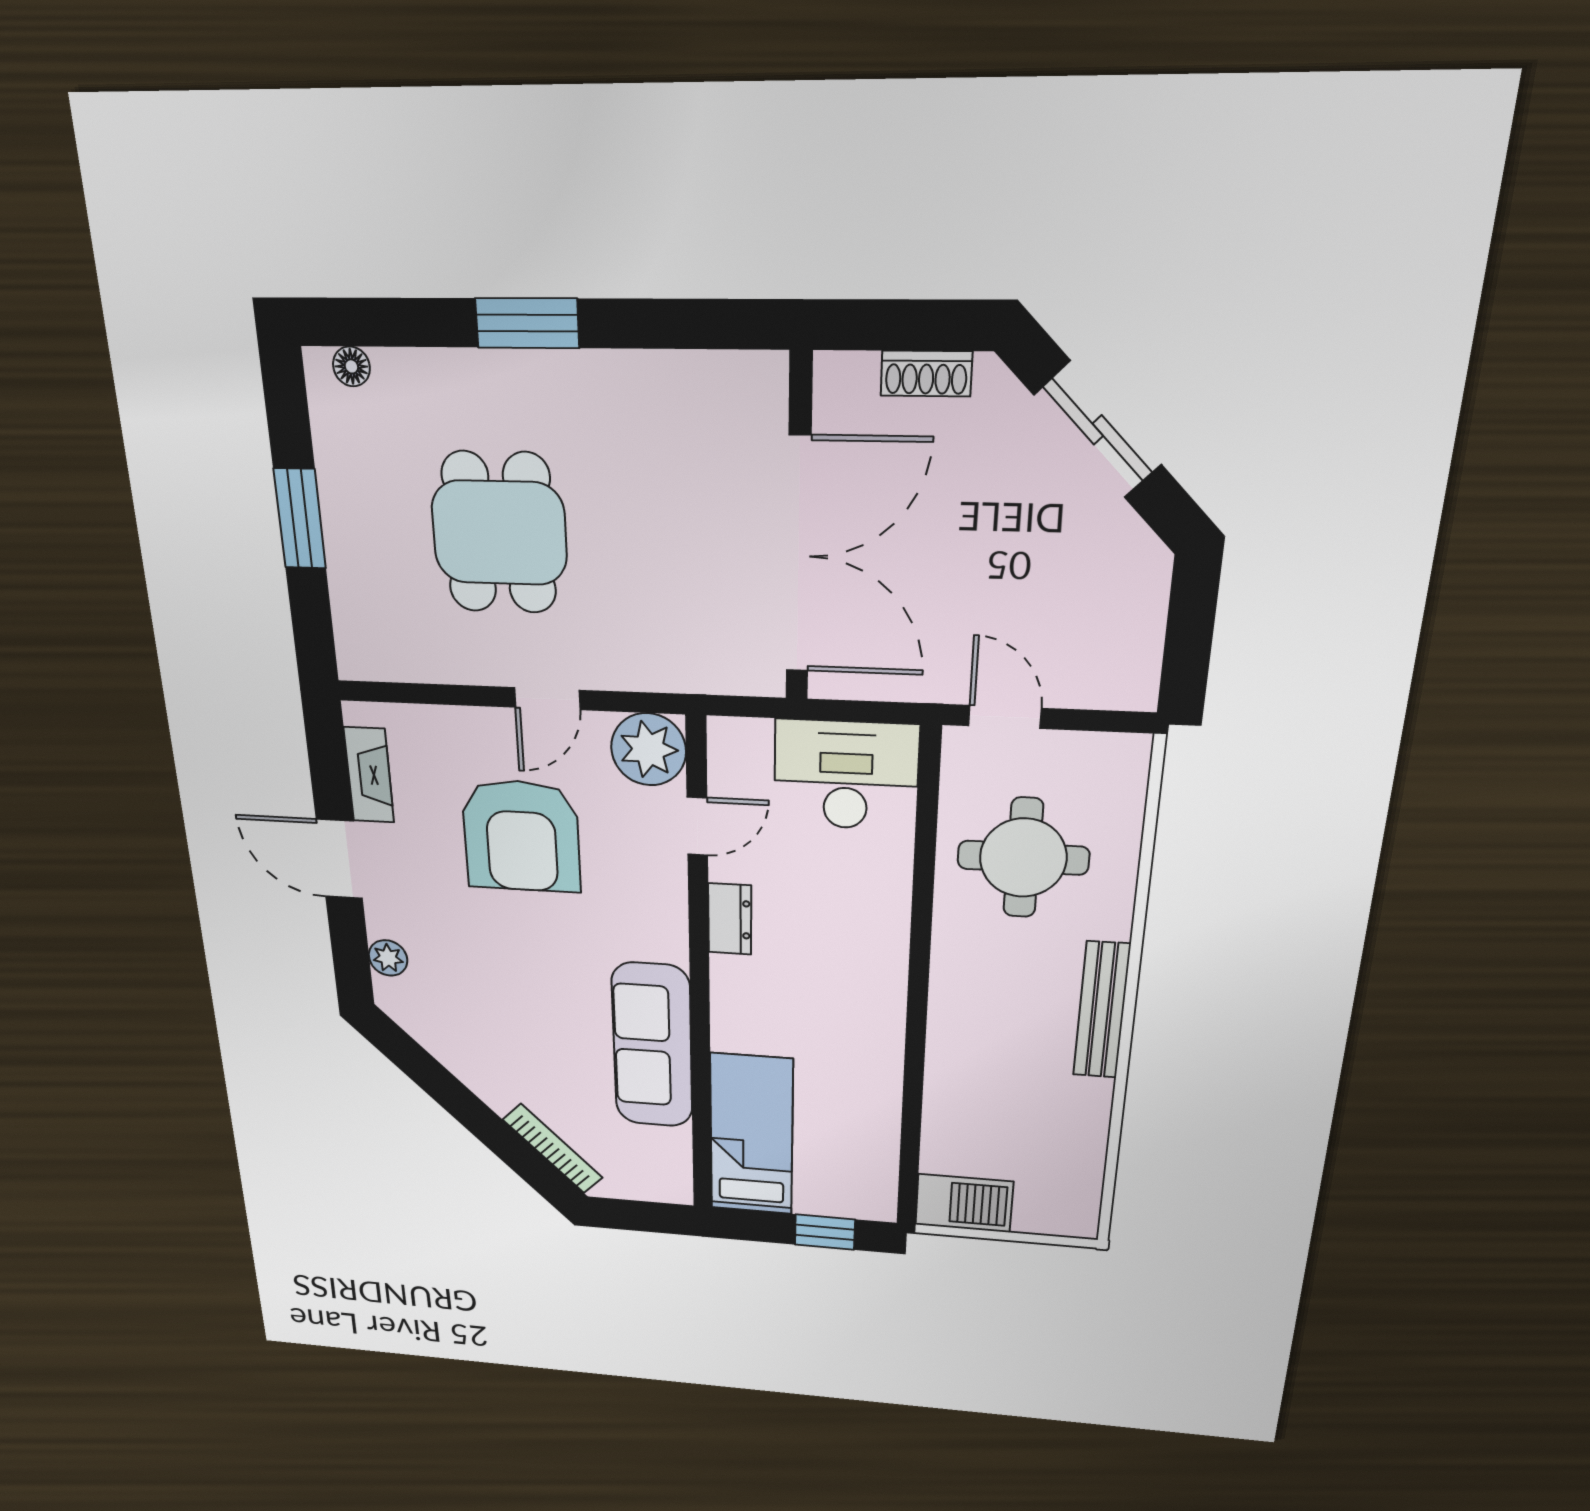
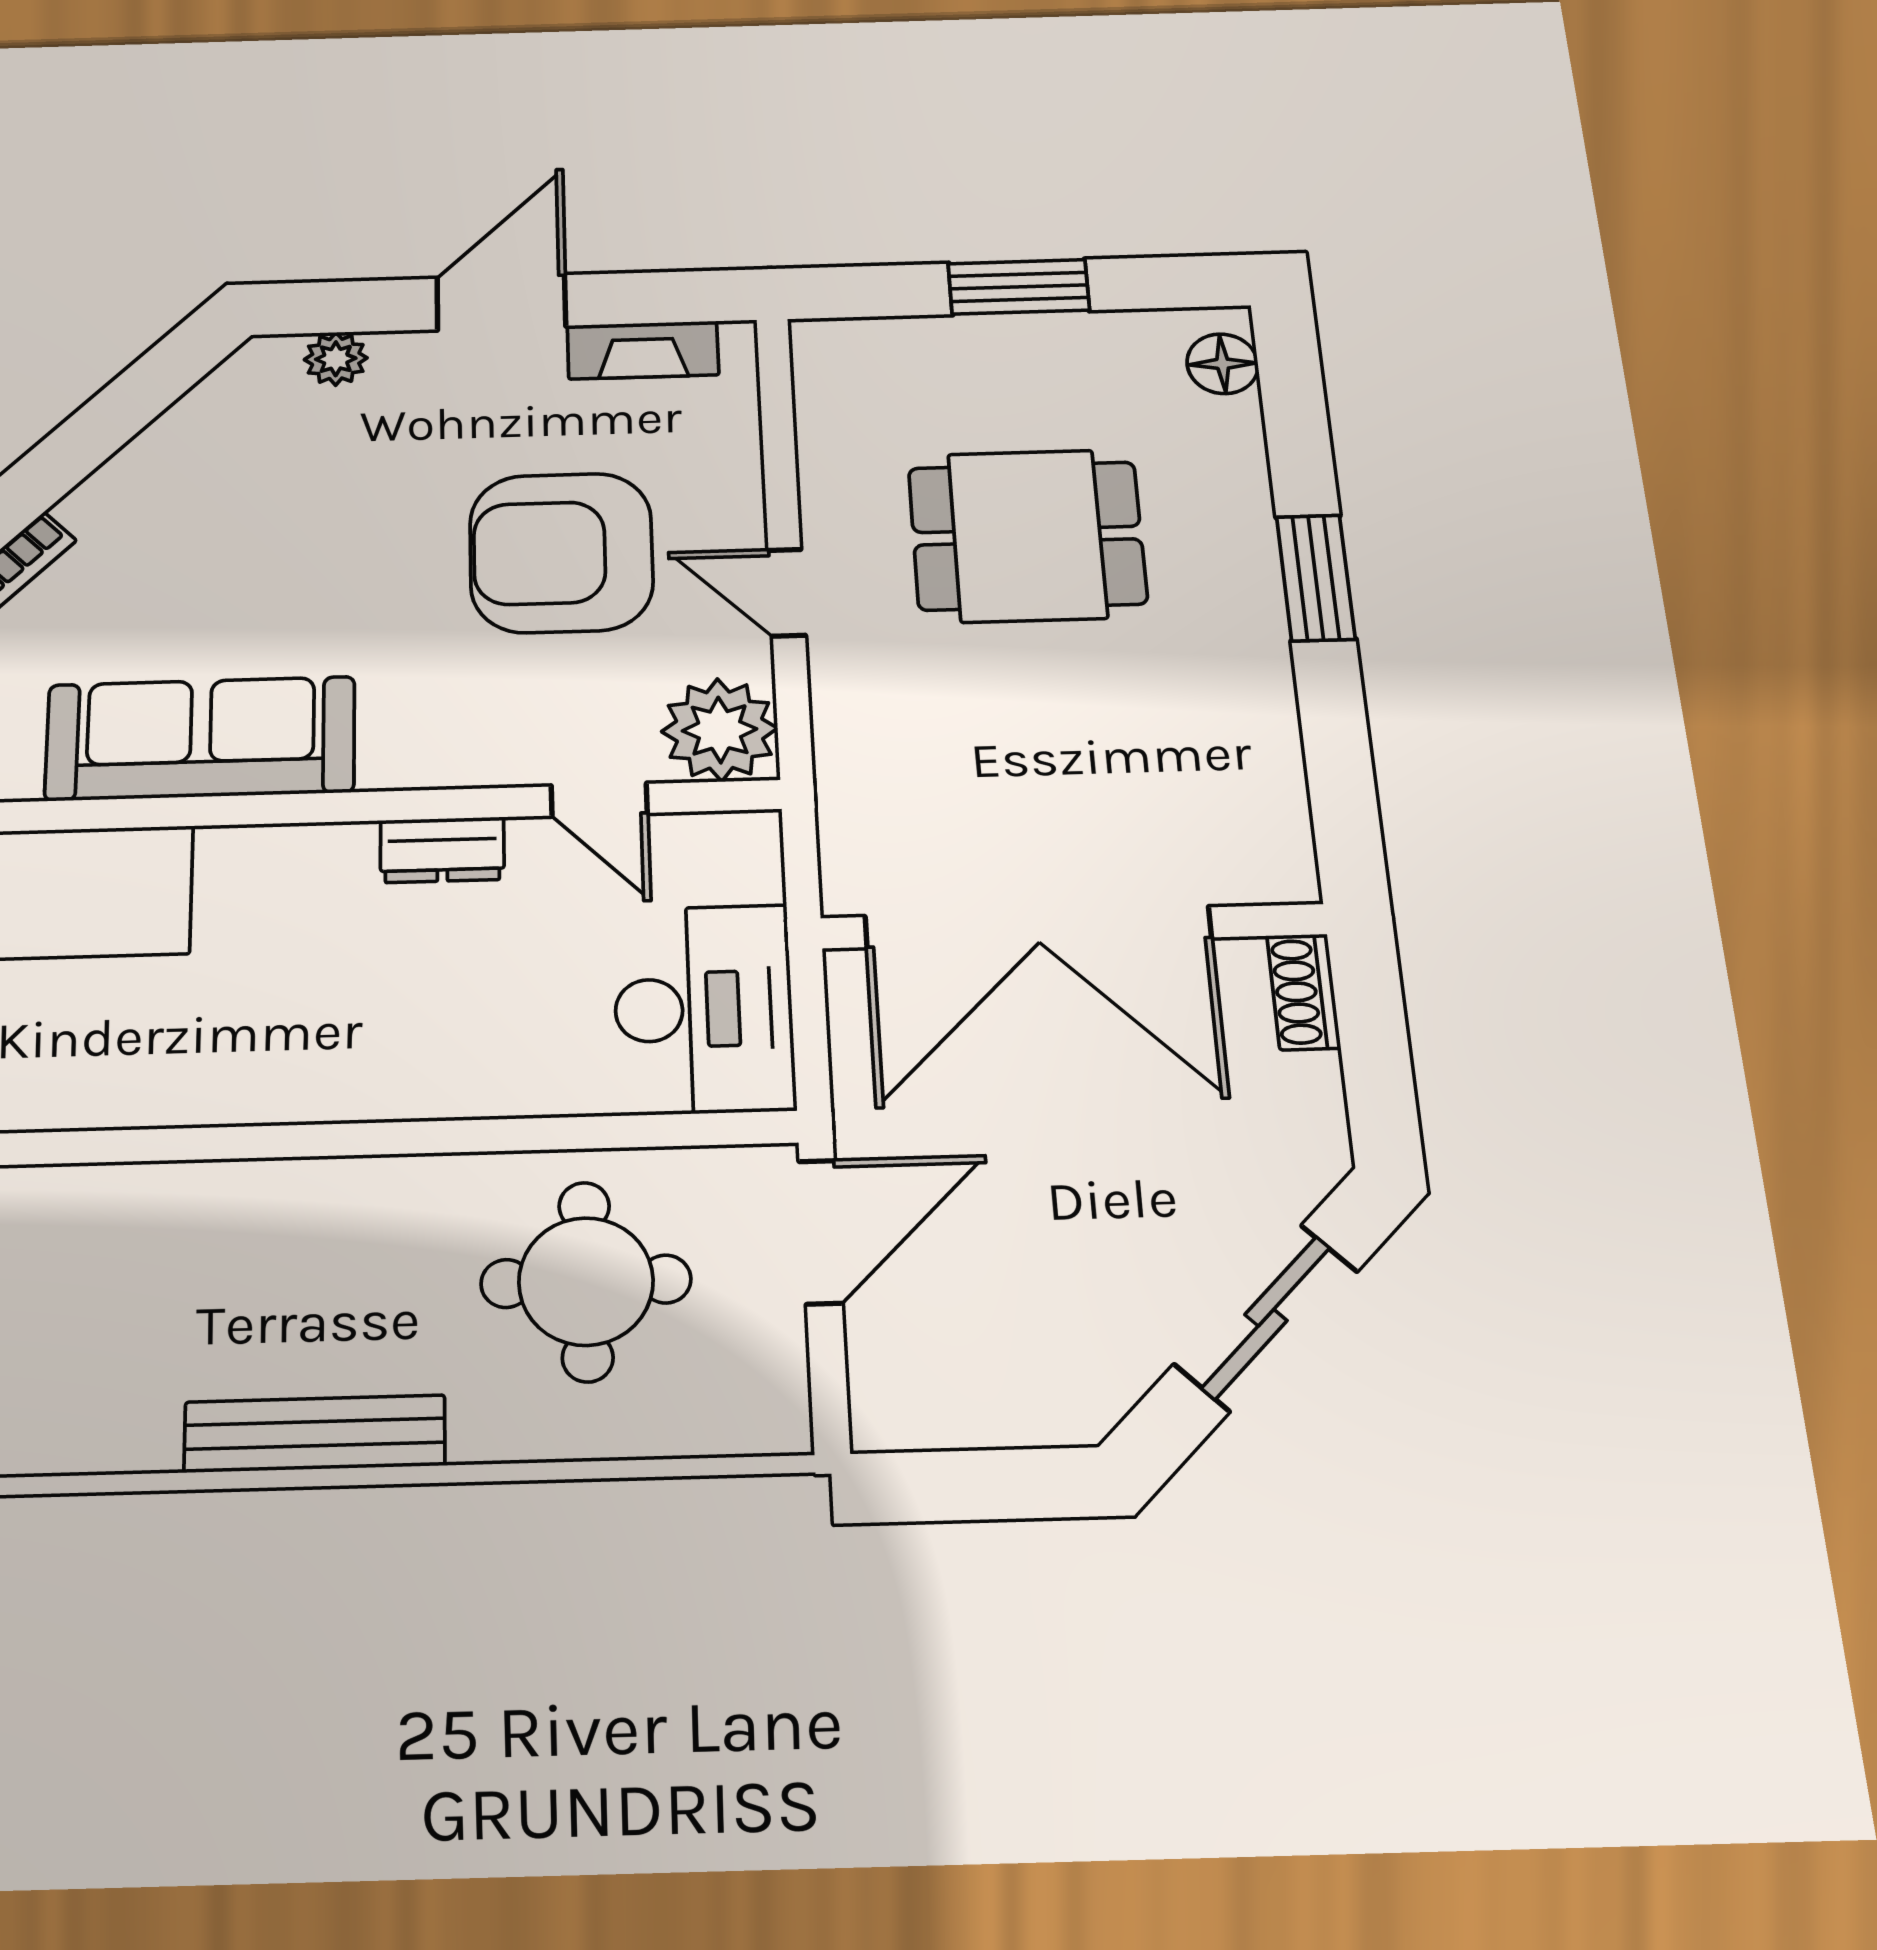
floor lamp: (351, 366) -> (1223, 364), width x1.37, depth x1.37
shoe rack: (926, 374) -> (1304, 992), moved
door: (1005, 717) -> (821, 1232), width x1.38

